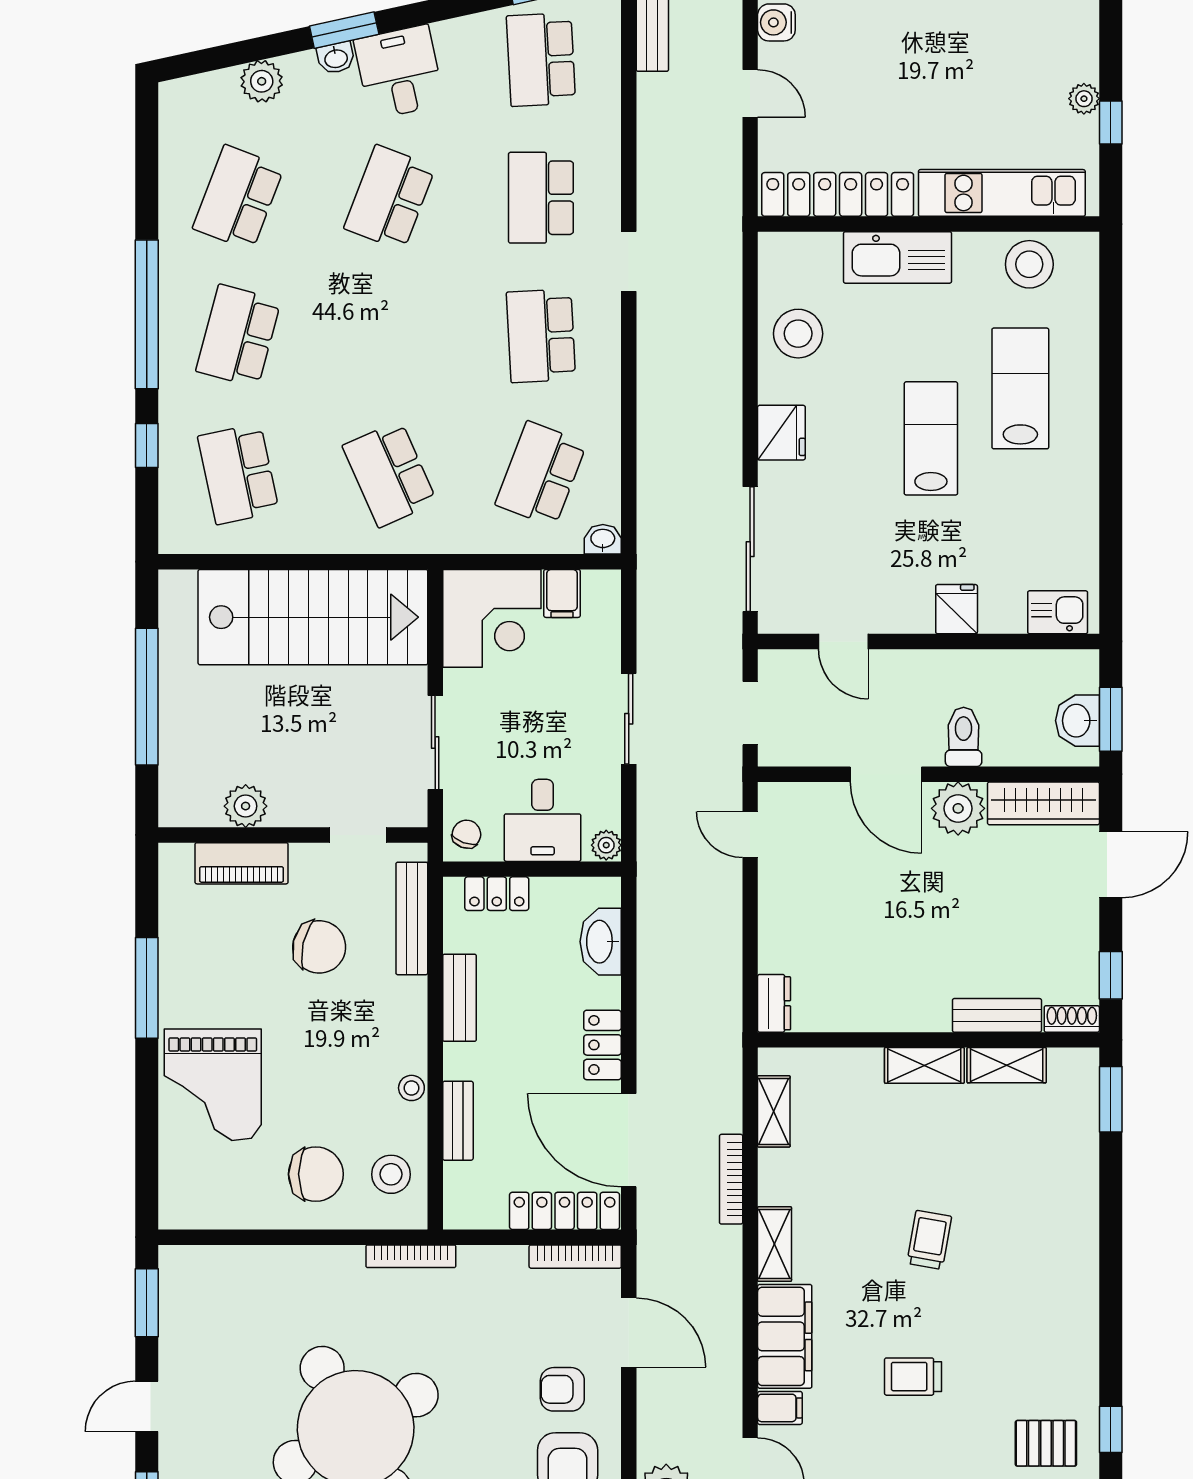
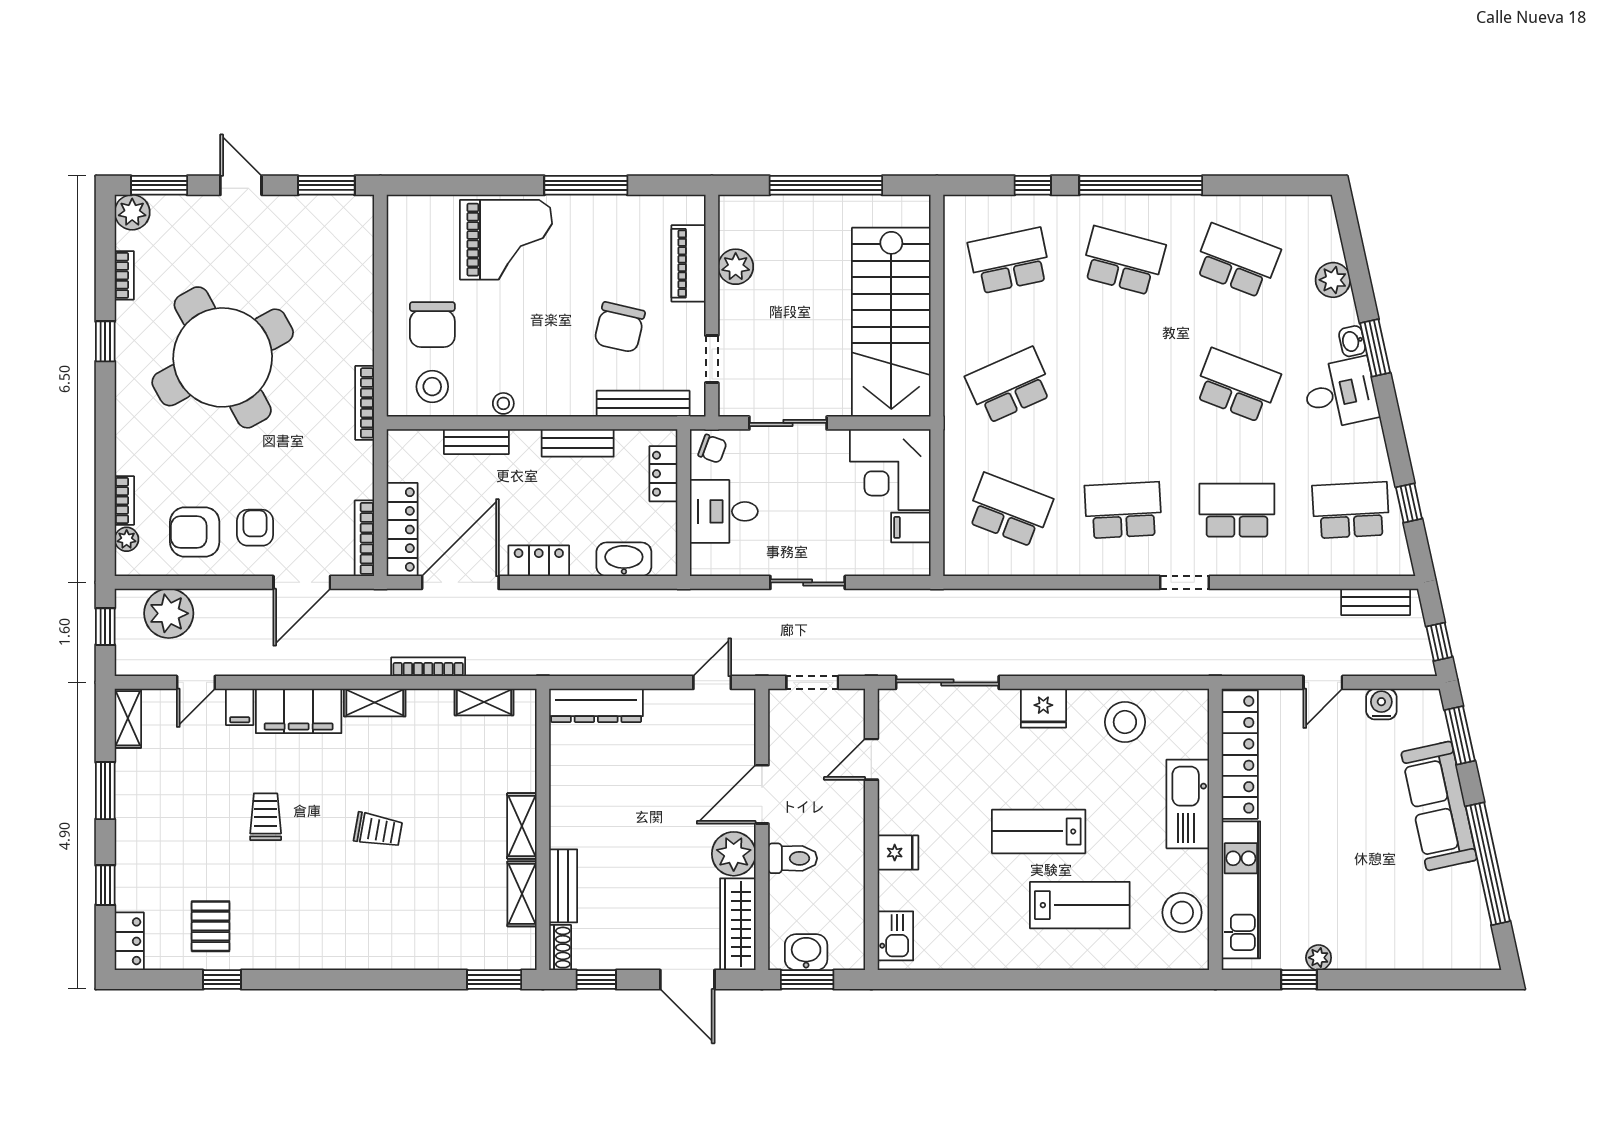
lab bench: (931, 438) -> (1039, 831), turned 180
washbasin: (603, 539) -> (955, 561), removed
plant: (606, 845) -> (703, 564), removed
dresser: (774, 1003) -> (596, 705), width x1.96, depth x1.24
grand piano: (213, 1085) -> (506, 240), turned 180

